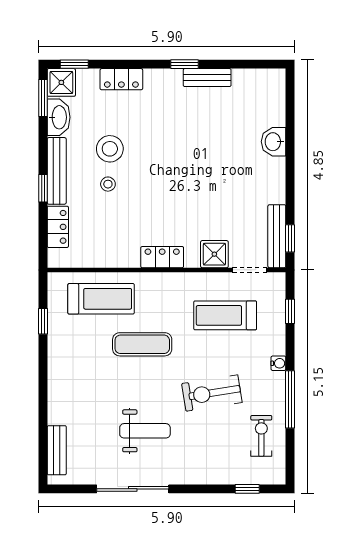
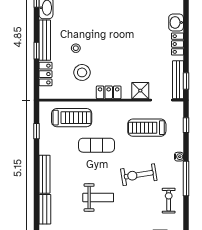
stool: (110, 149) -> (82, 72), moved
locker: (276, 177) -> (177, 44), added
bench: (56, 392) -> (44, 174), added

